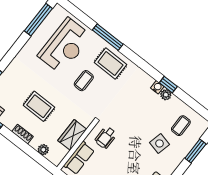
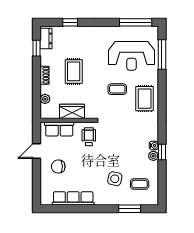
window: (108, 37) -> (162, 55), moved
wheelchair: (106, 138) -> (89, 137), turned 90

